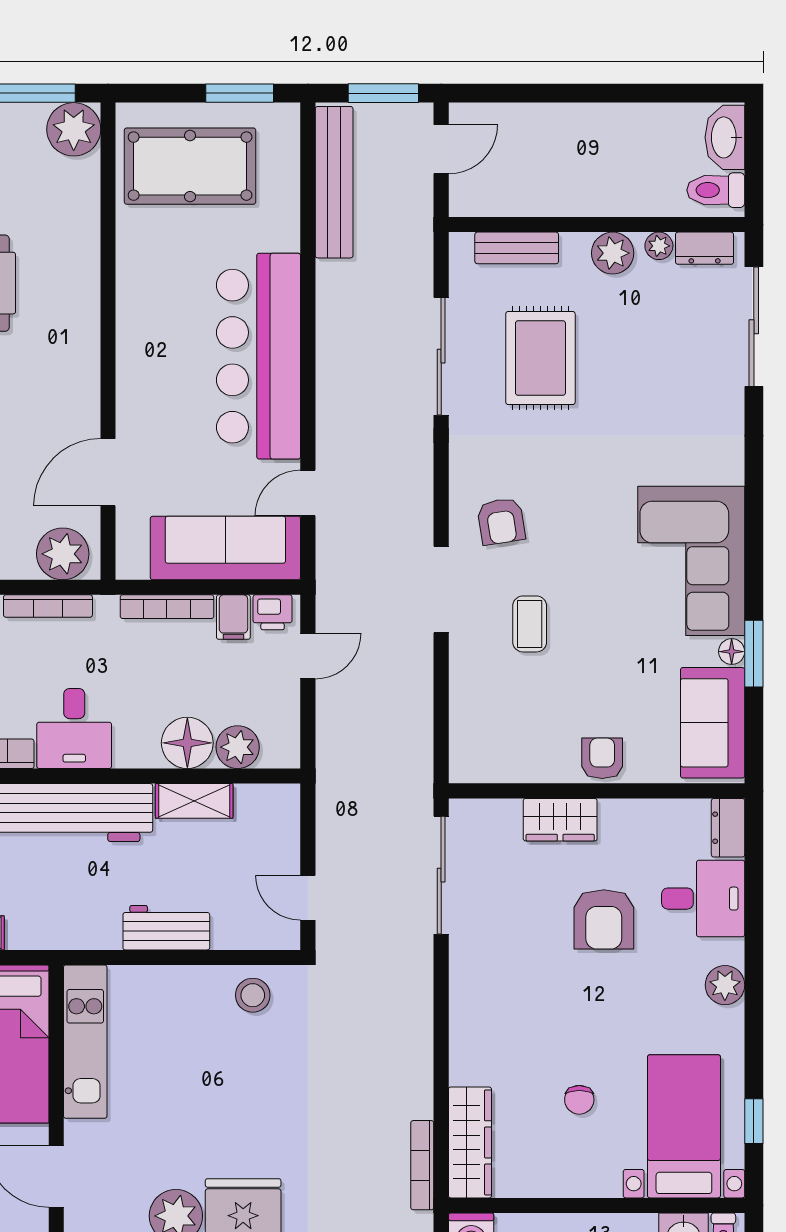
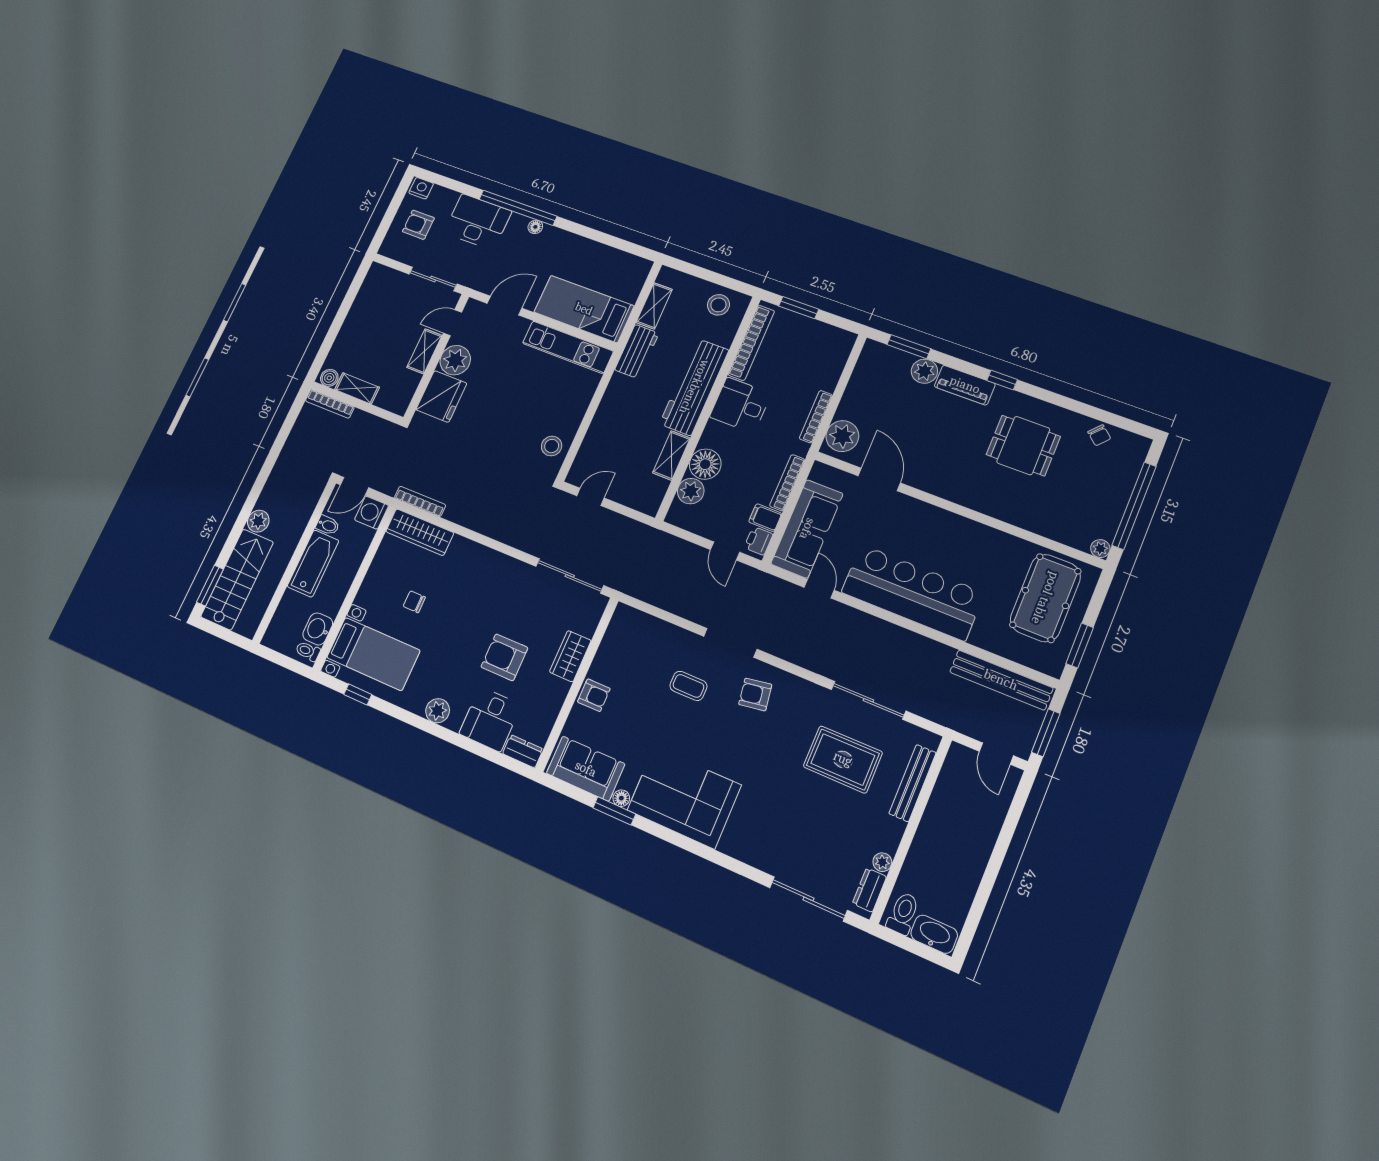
plant: (74, 129) -> (1100, 549), width x0.53, depth x0.53
bench: (517, 248) -> (913, 783), width x1.36
plant: (613, 253) -> (889, 831), removed
workbench: (166, 928) -> (637, 352), moved

